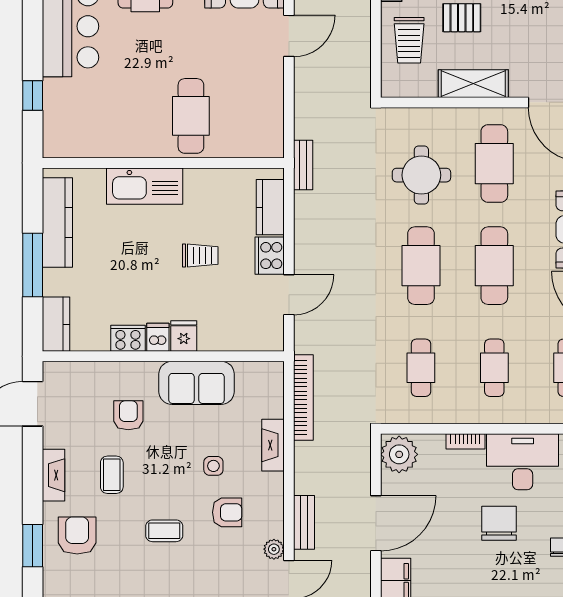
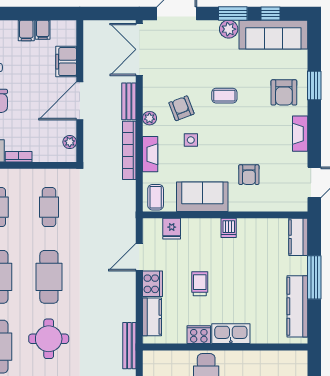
bench: (303, 165) -> (129, 346), width x1.36
kitchen sink: (145, 186) -> (231, 334), width x0.73, depth x0.81
trolley: (200, 255) -> (200, 284), turned 90
fridge: (184, 336) -> (172, 229), moved
cooker: (128, 338) -> (199, 335), moved, turned 180
bookcase: (303, 398) -> (129, 150), moved
plant: (399, 454) -> (70, 142), width x0.53, depth x0.53
coffee table: (112, 475) -> (156, 197), moved
armchair: (227, 512) -> (181, 108), turned 69
plant: (274, 549) -> (149, 118), moved

